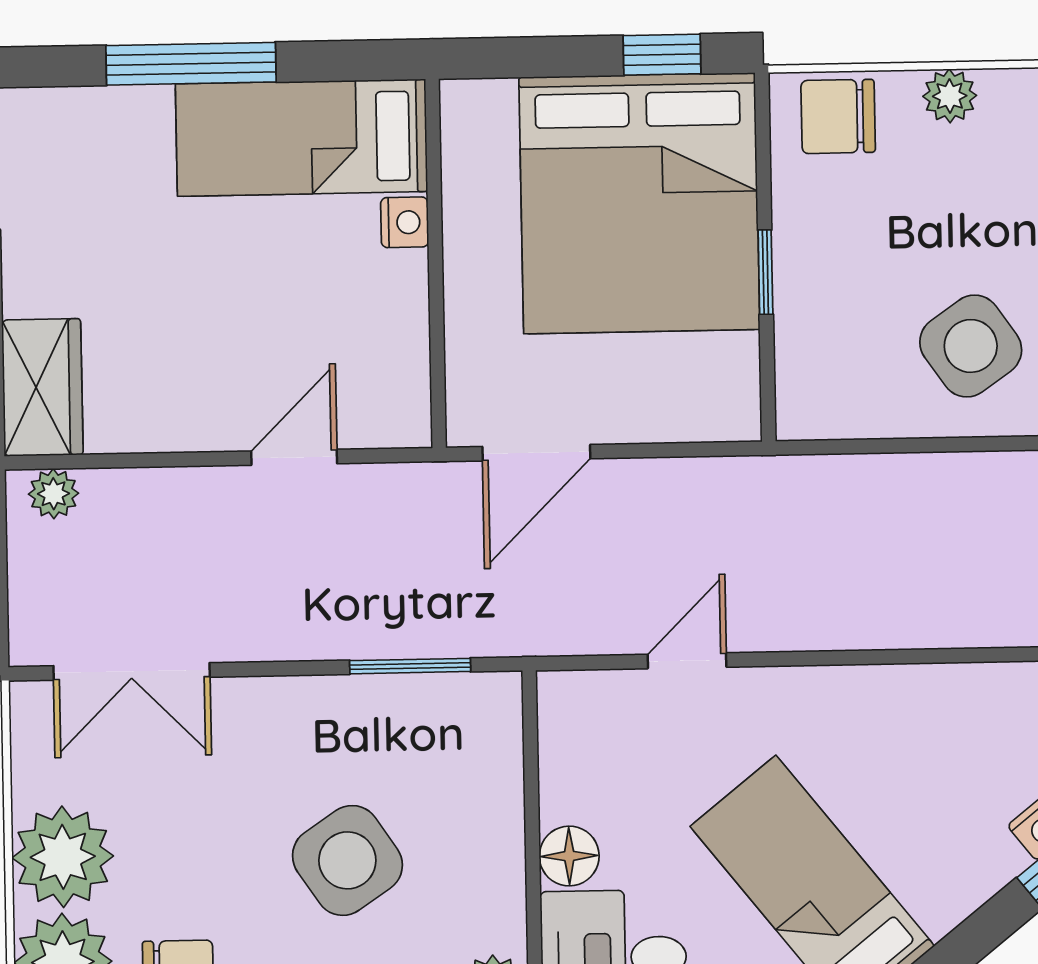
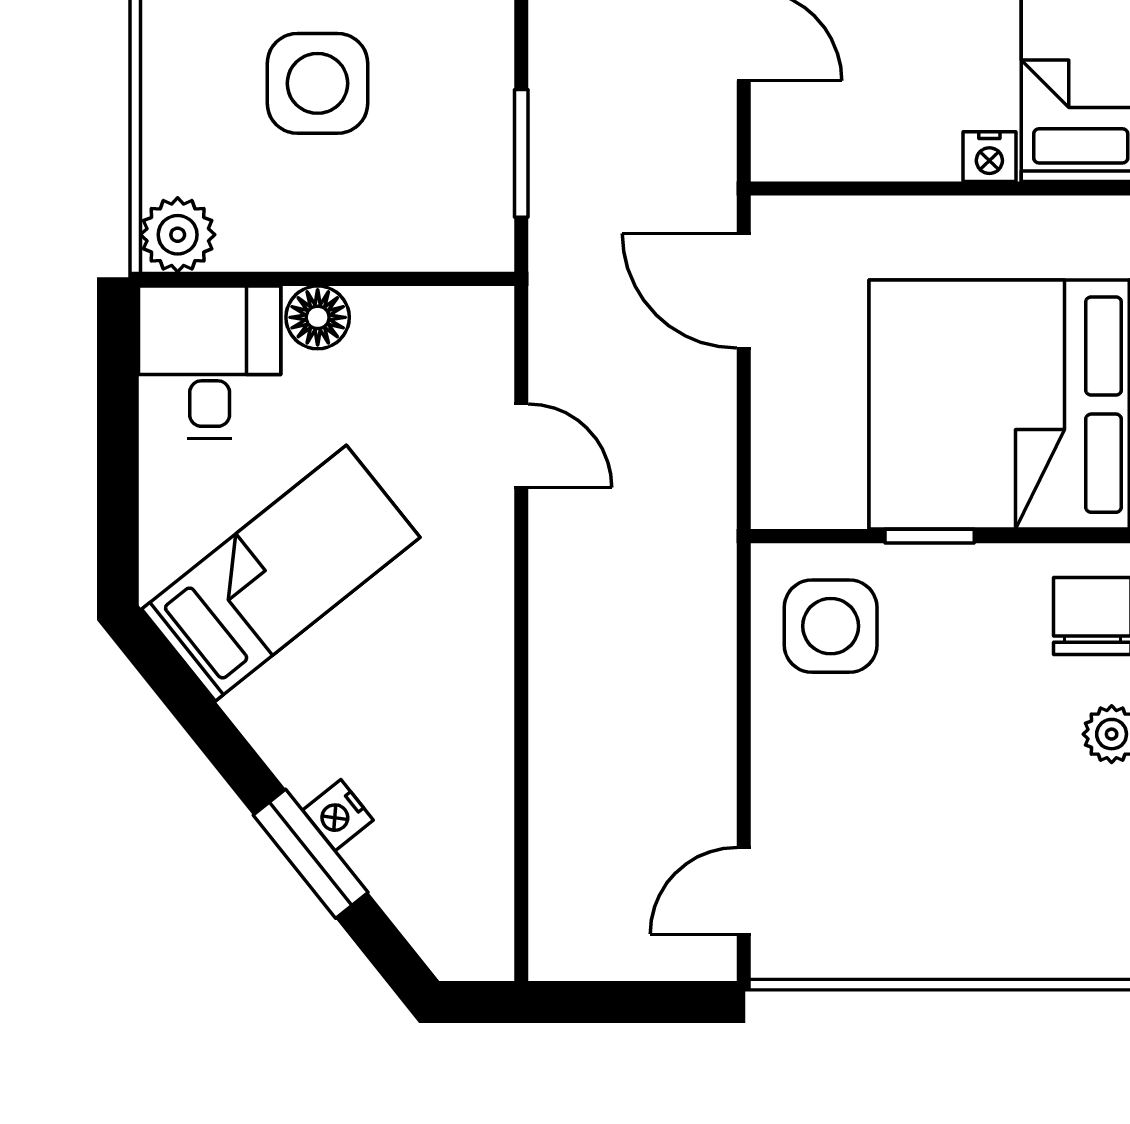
side table: (971, 346) -> (831, 626), moved, turned 35
side table: (347, 860) -> (317, 83), turned 34

